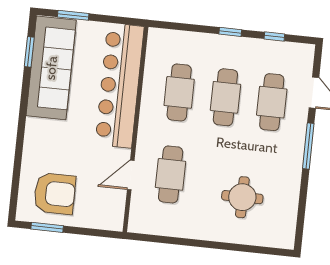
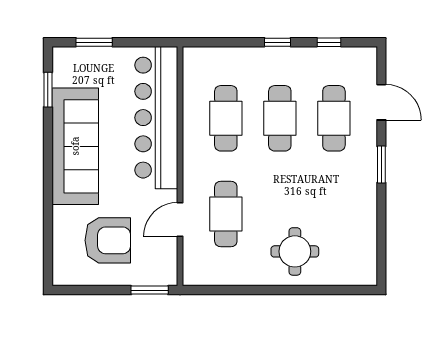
sofa: (51, 68) -> (75, 146), moved
window: (308, 146) -> (381, 164), width x0.69
armchair: (55, 194) -> (108, 240), moved
round table: (242, 197) -> (295, 251), moved
window: (47, 227) -> (150, 290), moved

